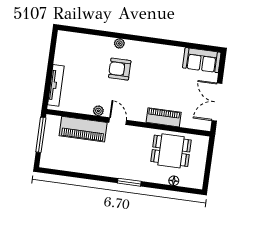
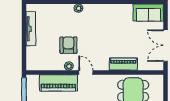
armchair: (120, 69) -> (68, 45), moved, turned 90
tv unit: (56, 85) -> (31, 29), moved

